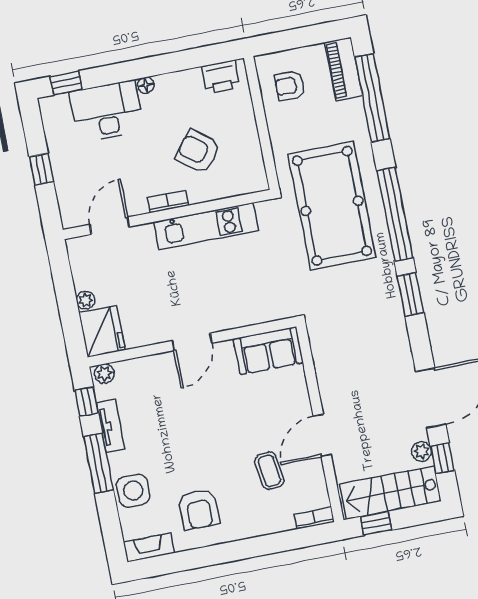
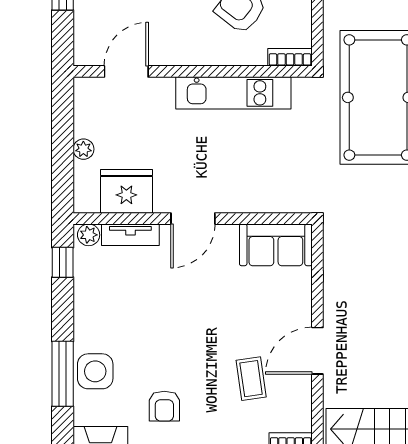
bookcase: (168, 202) -> (290, 57), moved
fridge: (102, 331) -> (126, 191), moved, turned -90
tv unit: (111, 426) -> (130, 235), moved, turned 90
window: (99, 463) -> (63, 374), moved
armchair: (199, 509) -> (164, 406), width x0.72, depth x0.72

